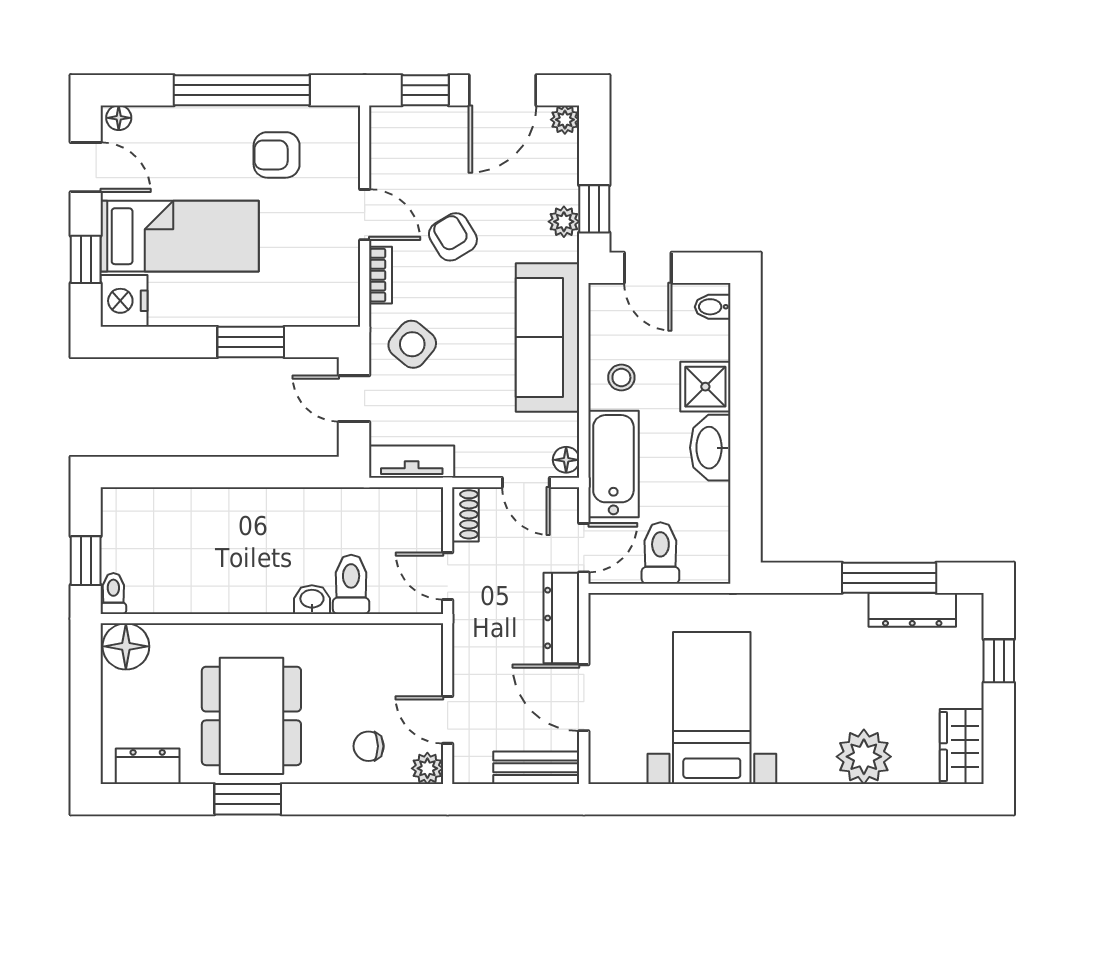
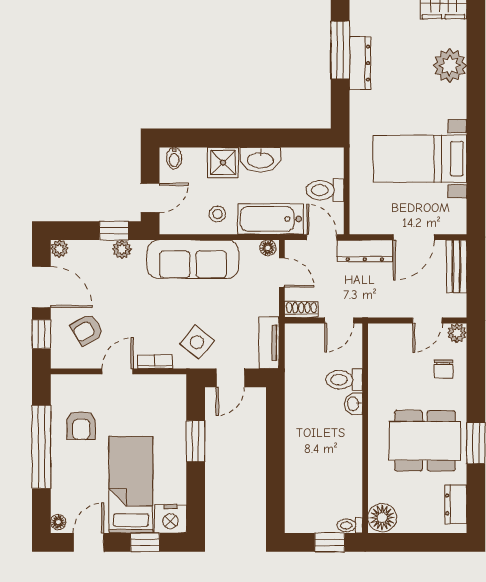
armchair: (453, 237) -> (87, 330), moved
door: (526, 483) -> (282, 273), hinge flipped
dresser: (912, 610) -> (360, 63), moved

